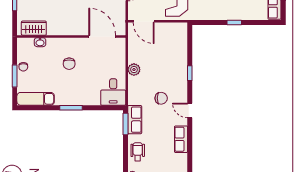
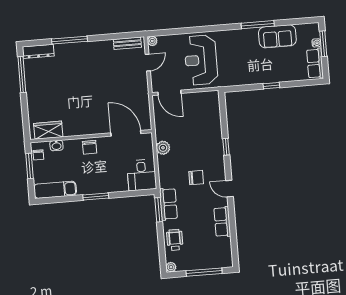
wardrobe: (34, 28) -> (48, 130), moved
wall: (71, 36) -> (91, 136), moved
door: (102, 36) -> (126, 133), moved
washbasin: (40, 42) -> (56, 145), moved

